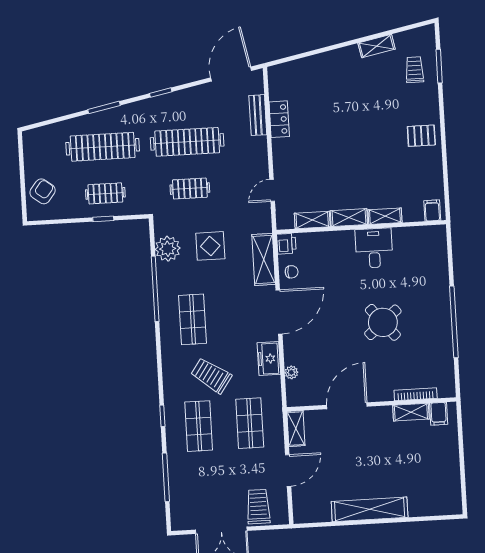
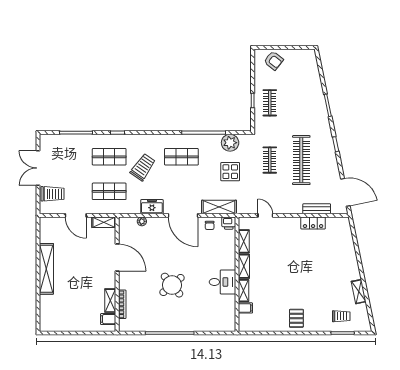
clothes rail: (103, 147) -> (301, 103), removed
filing cabinet: (432, 211) -> (245, 308), moved

